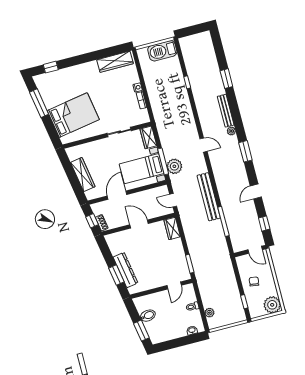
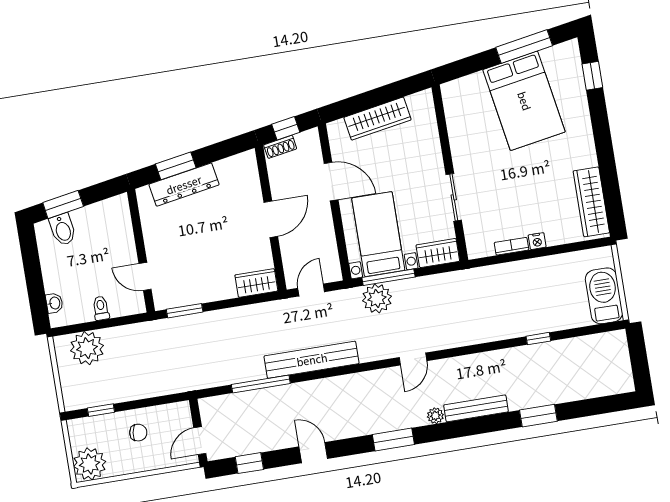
bed: (73, 115) -> (524, 101), moved
plant: (209, 313) -> (87, 348), width x1.88, depth x1.88
bidet: (148, 316) -> (63, 229), moved

